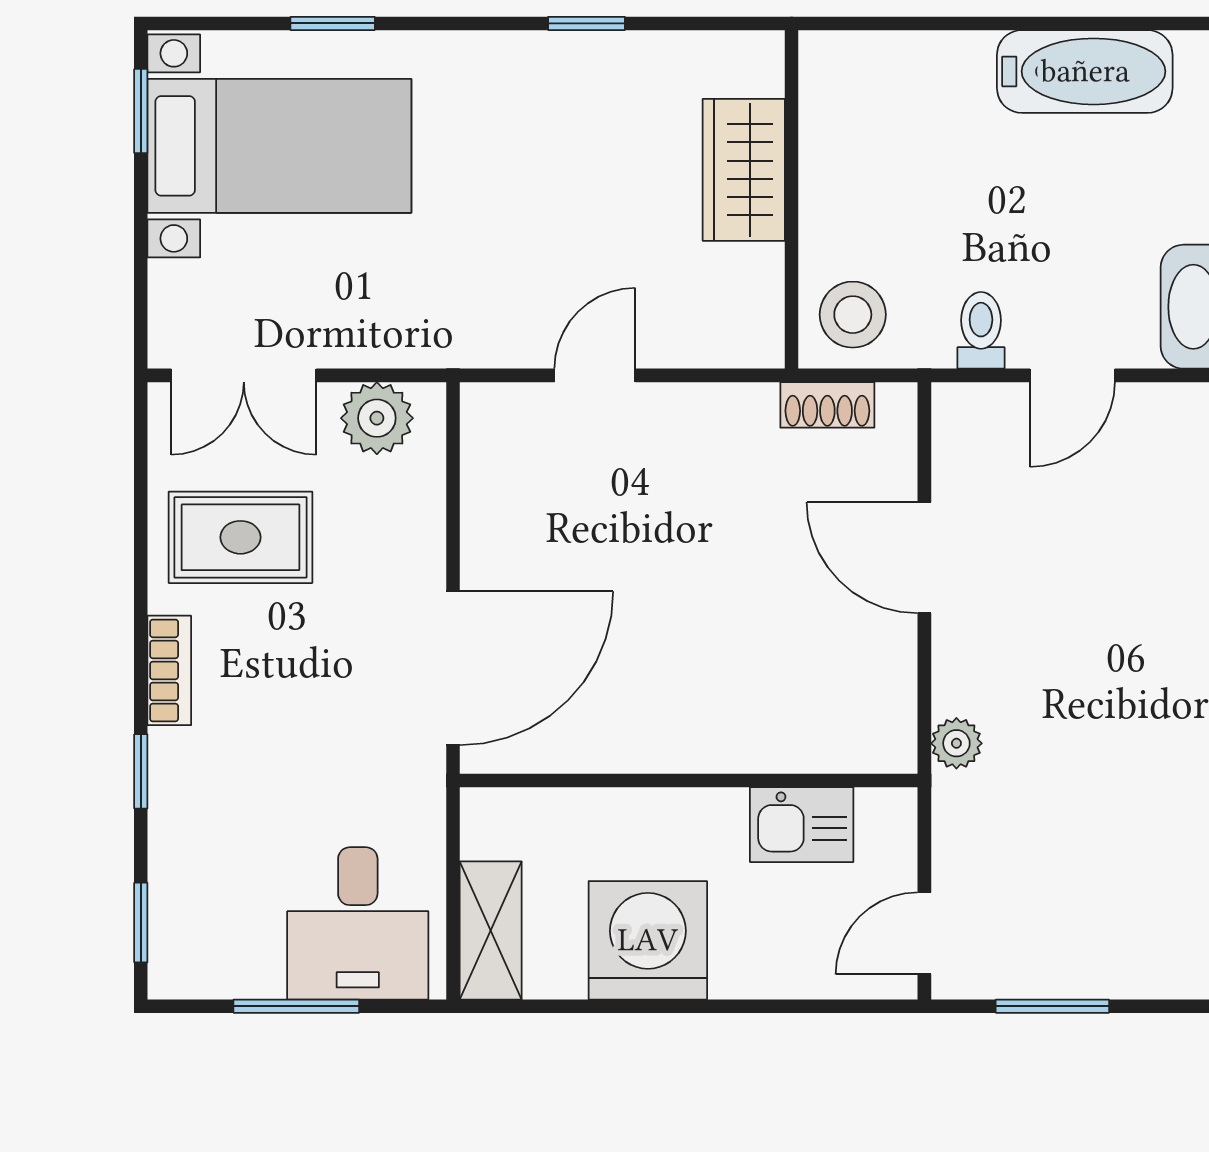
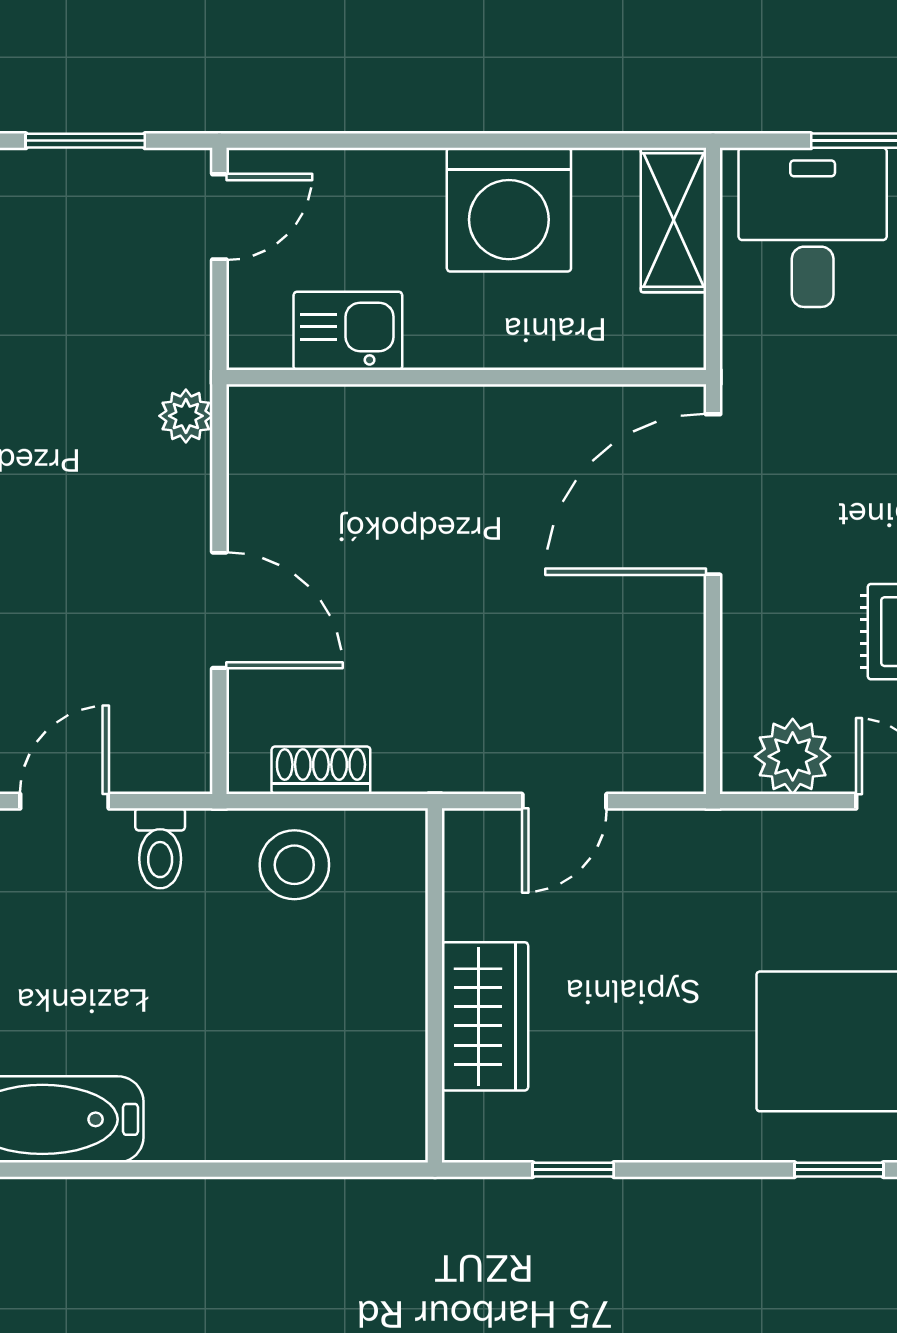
wardrobe: (744, 170) -> (485, 1016), moved
wall: (792, 199) -> (435, 985), moved

